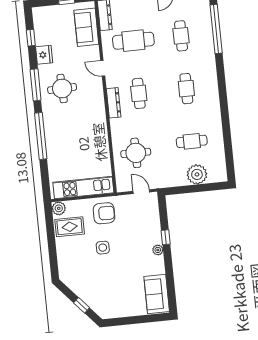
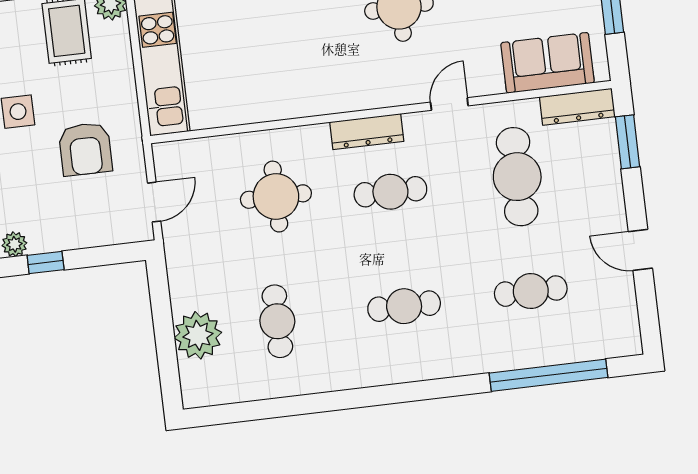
round table: (136, 153) -> (276, 197), moved
armchair: (104, 213) -> (85, 149), moved

